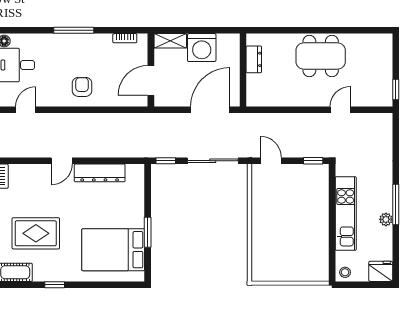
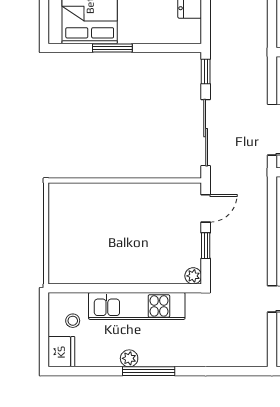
window: (313, 161) -> (206, 246), moved
plant: (323, 170) -> (193, 276), added
stool: (345, 272) -> (73, 321), moved

